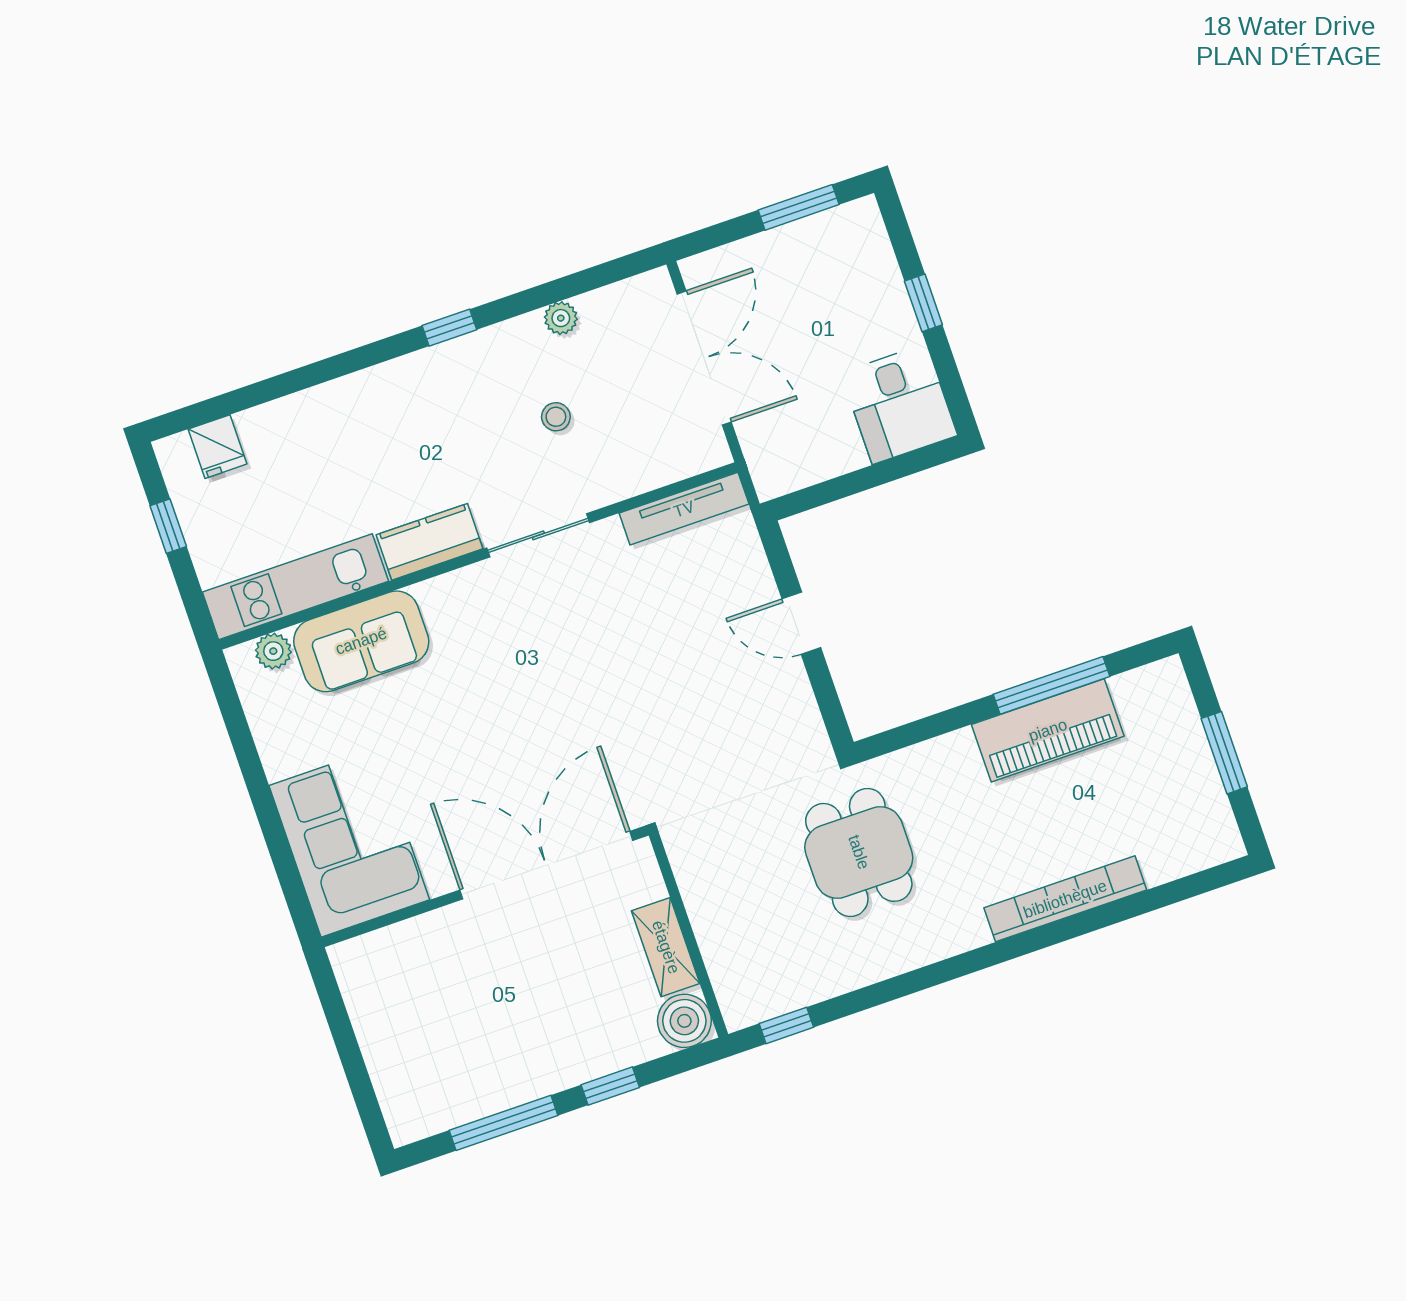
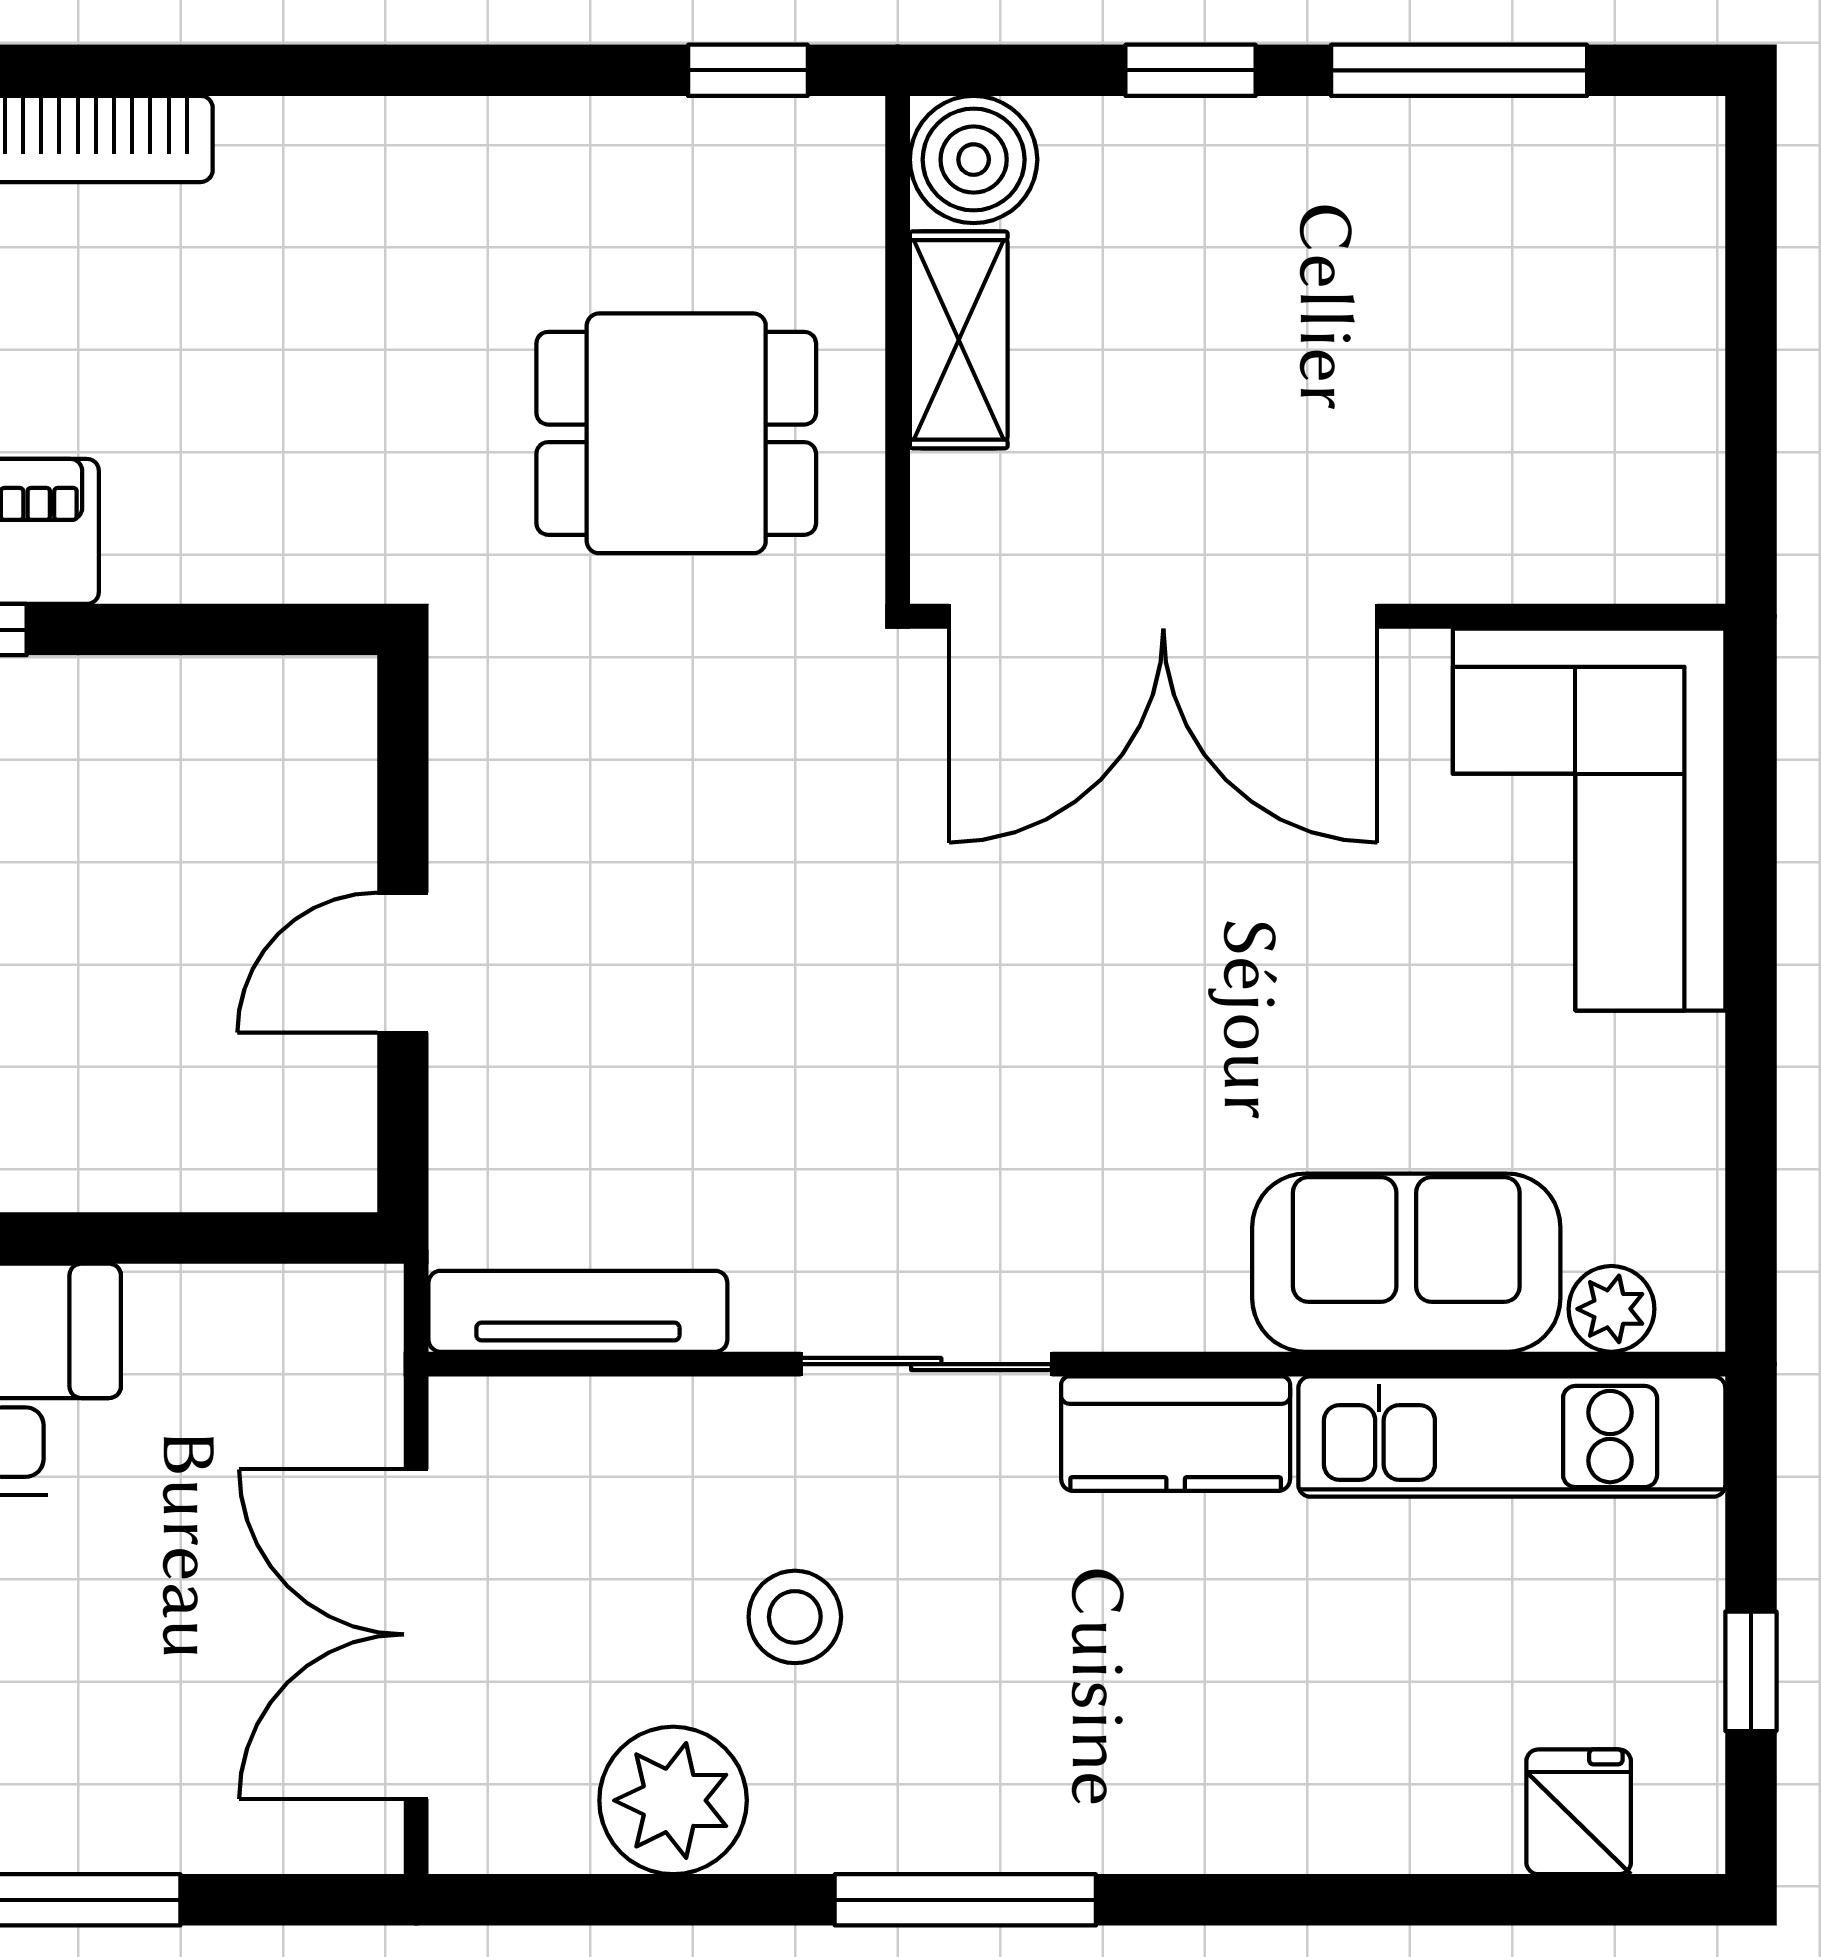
plant: (561, 318) -> (673, 1800), width x1.87, depth x1.87
window: (449, 328) -> (965, 1900), width x2.17
stool: (556, 417) -> (795, 1617), width x1.37, depth x1.37
door: (801, 623) -> (403, 963), swing flipped
dining table: (859, 852) -> (676, 433), moved, turned 90

